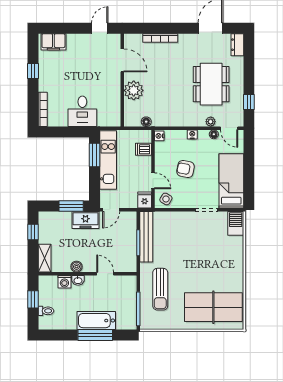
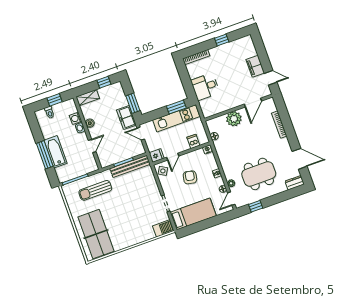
filing cabinet: (53, 42) -> (255, 66), moved

